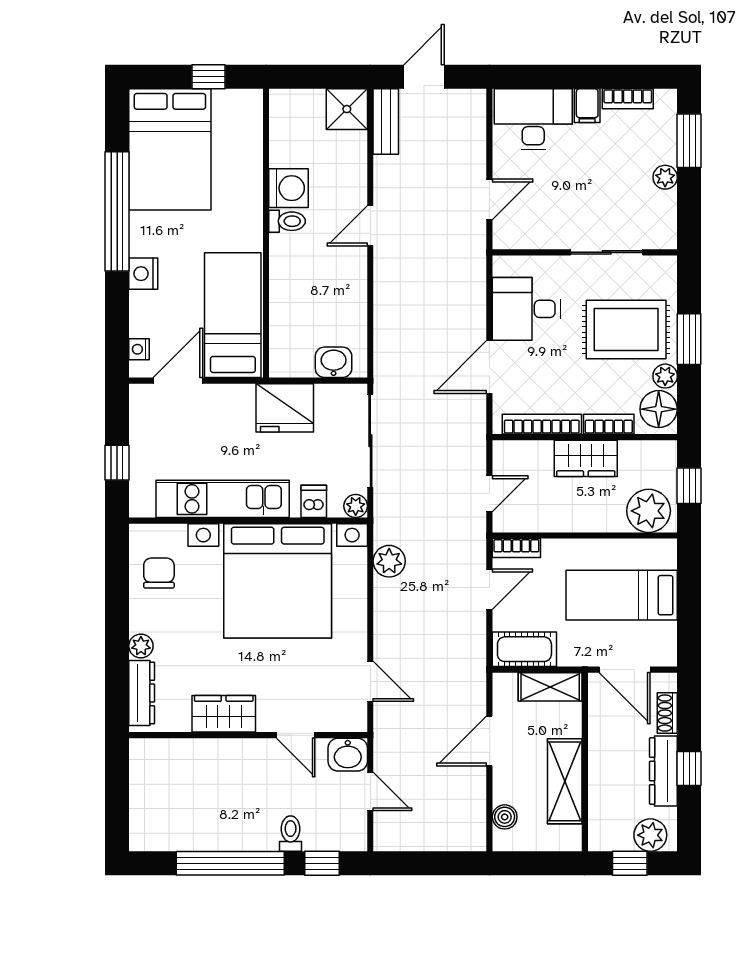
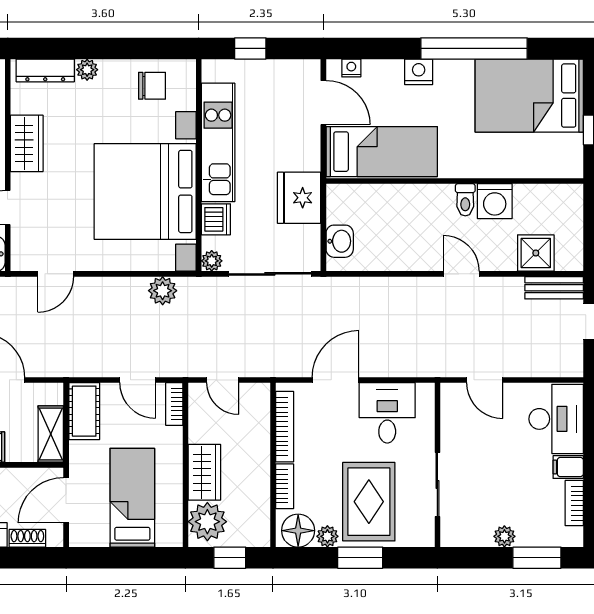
shower: (347, 109) -> (536, 253), moved
door: (489, 367) -> (336, 380), hinge flipped
wardrobe: (586, 458) -> (204, 472), moved, turned 180
dishwasher: (314, 501) -> (216, 219), width x1.38

